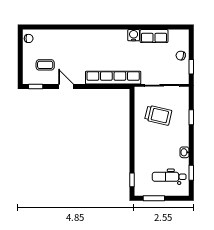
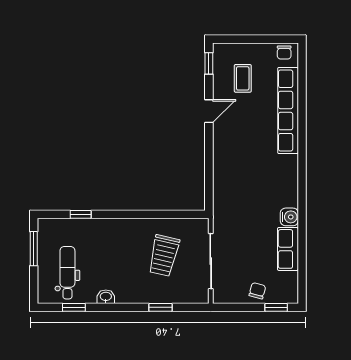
window: (191, 67) -> (276, 307), moved
row of seats: (113, 78) -> (288, 110), moved, turned 180
window: (132, 180) -> (81, 214), moved

